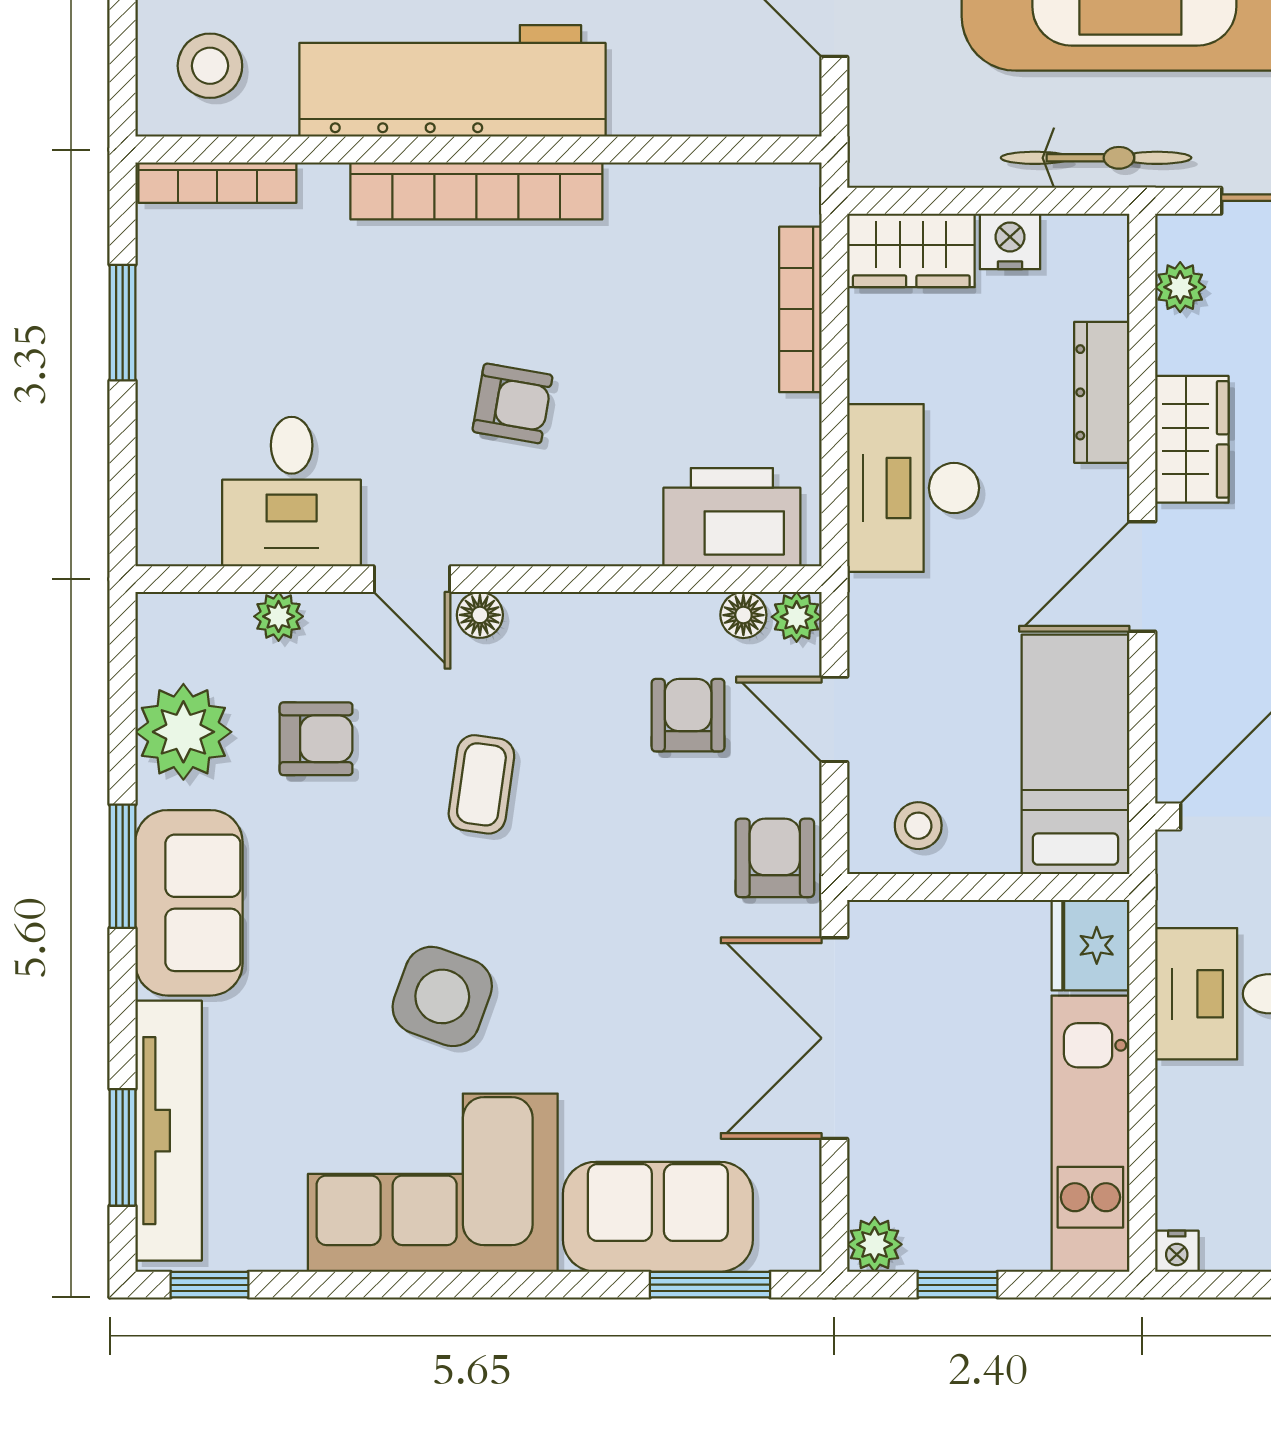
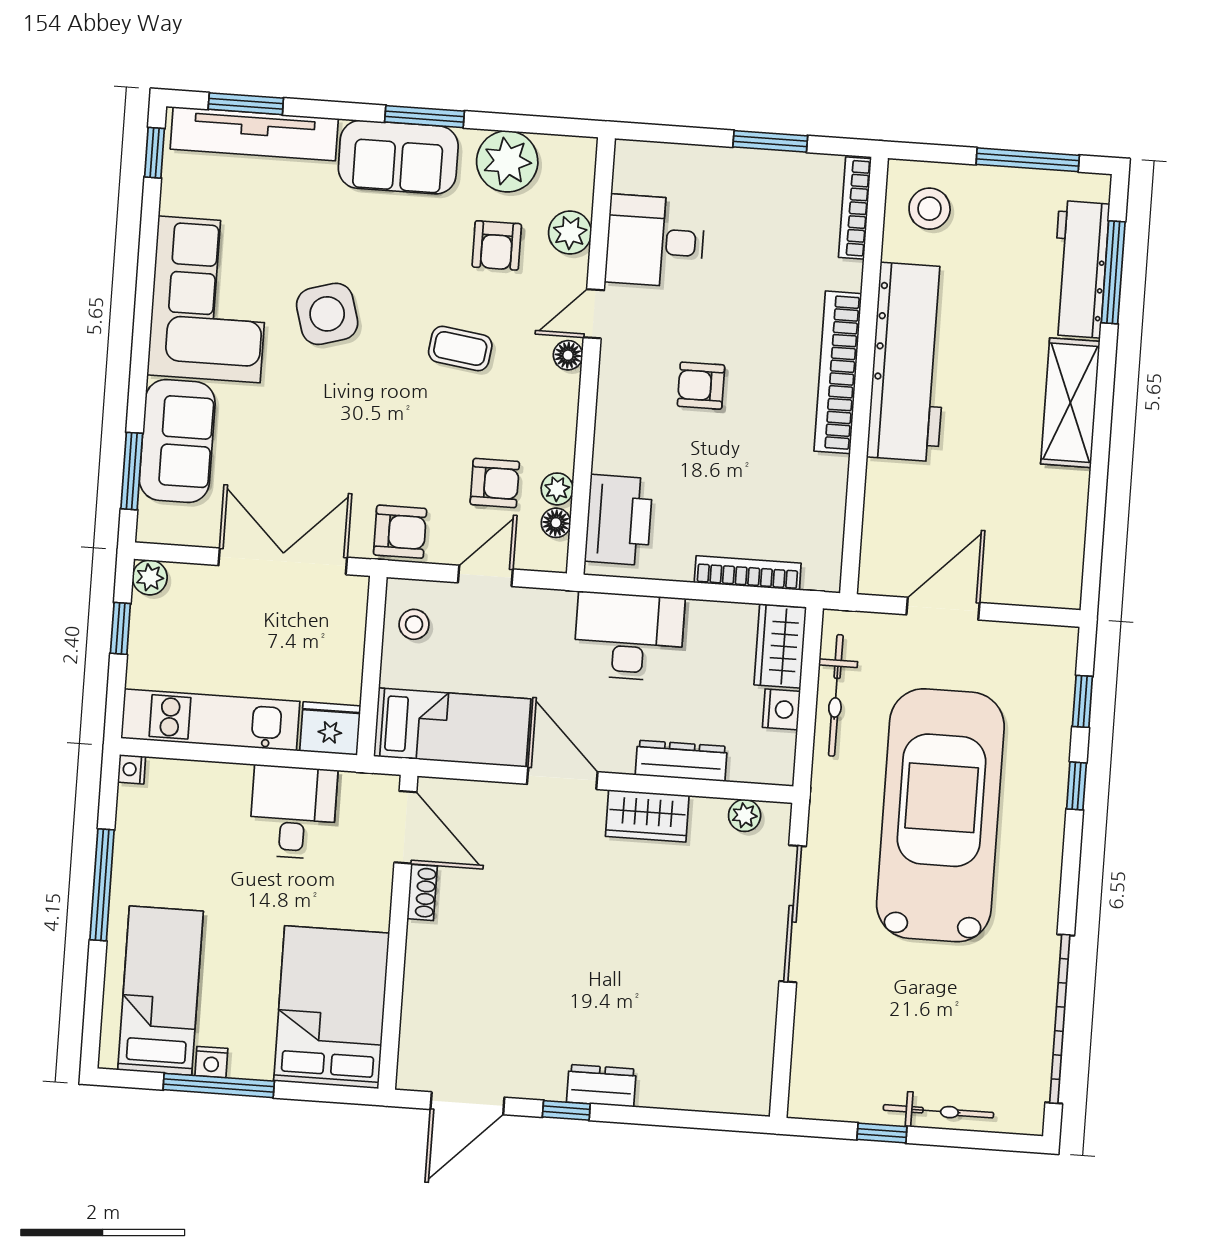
bicycle: (1096, 158) -> (836, 695), moved
armchair: (512, 403) -> (701, 386), turned 80
plant: (279, 616) -> (570, 233), width x1.38, depth x1.38
plant: (797, 617) -> (557, 489), moved
side table: (442, 996) -> (327, 314), turned -36

